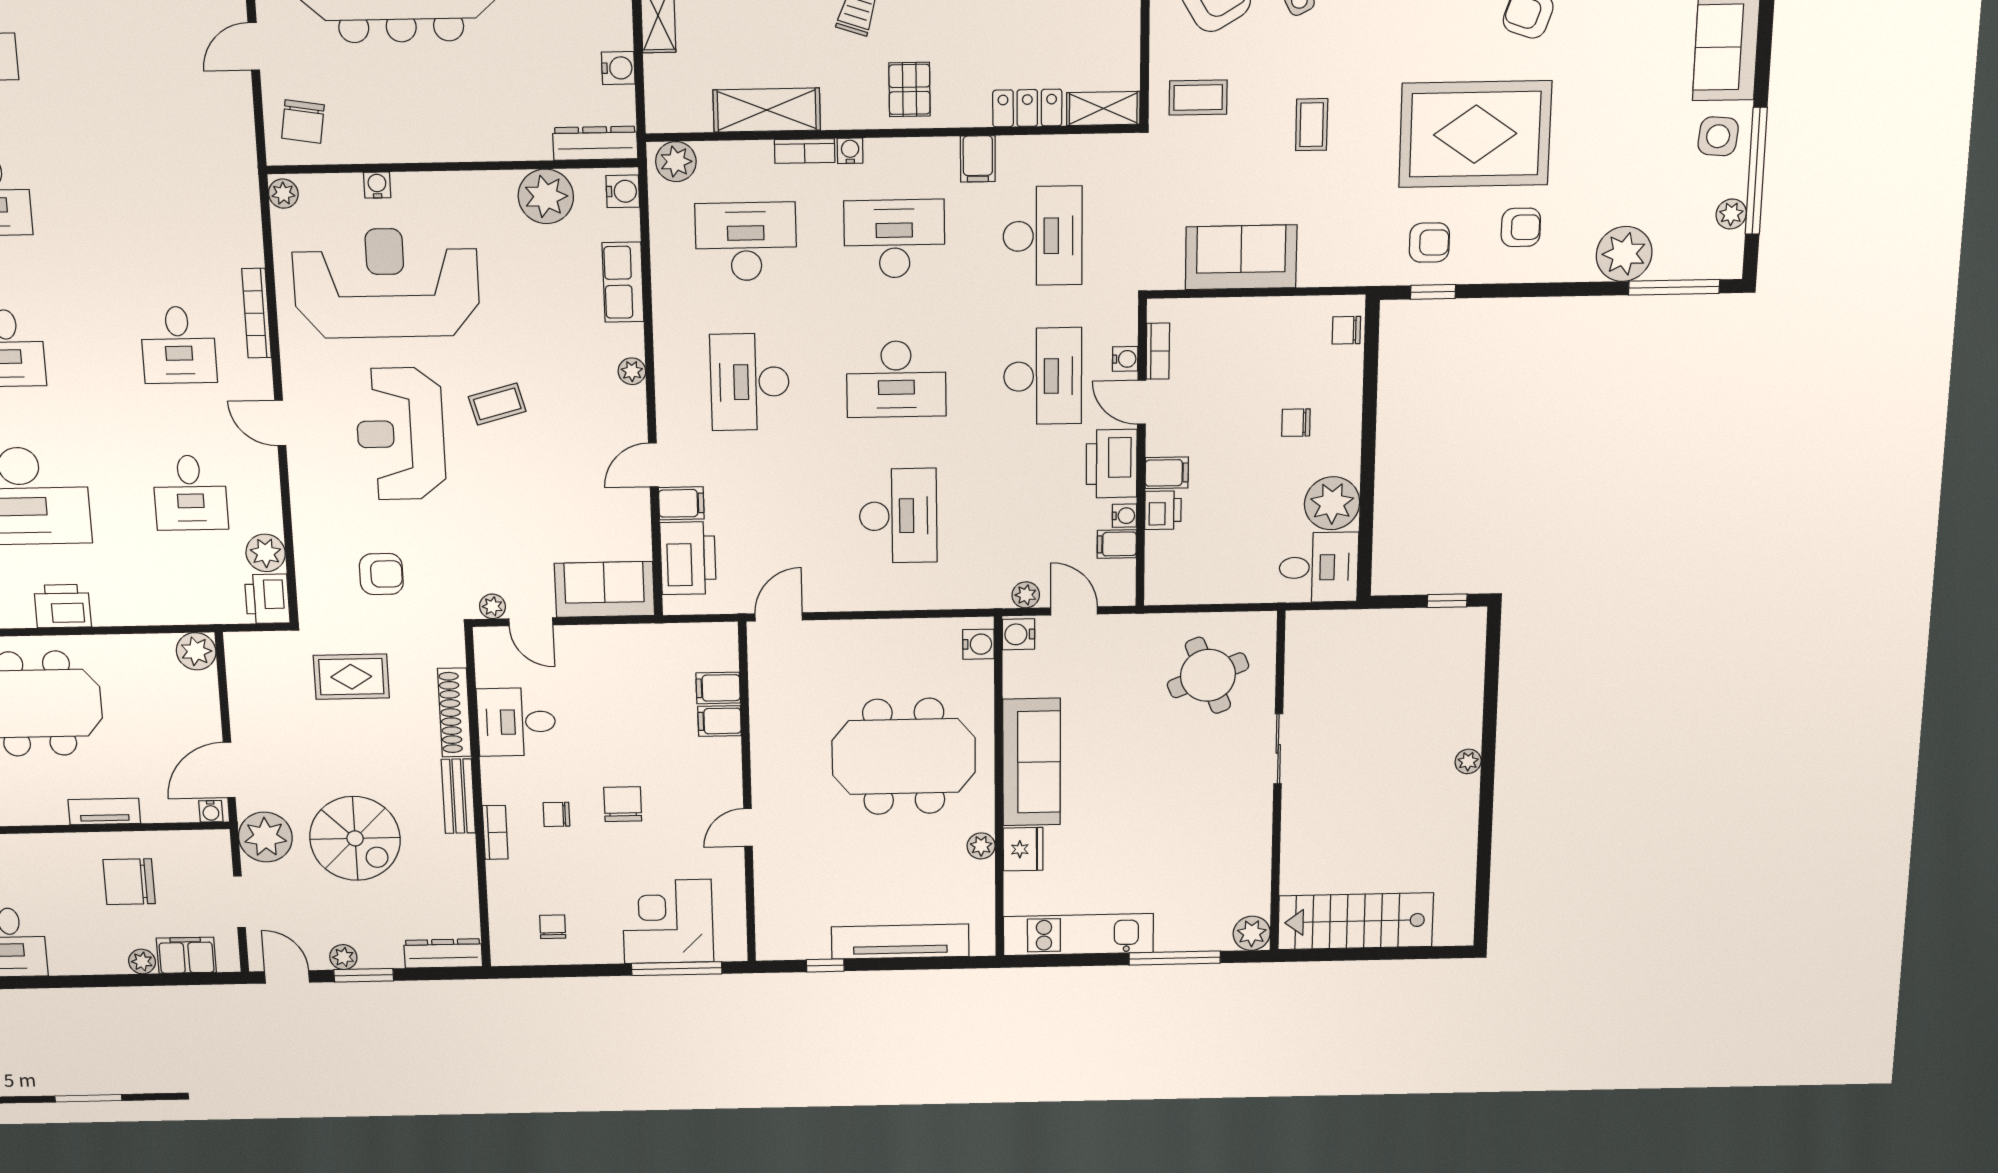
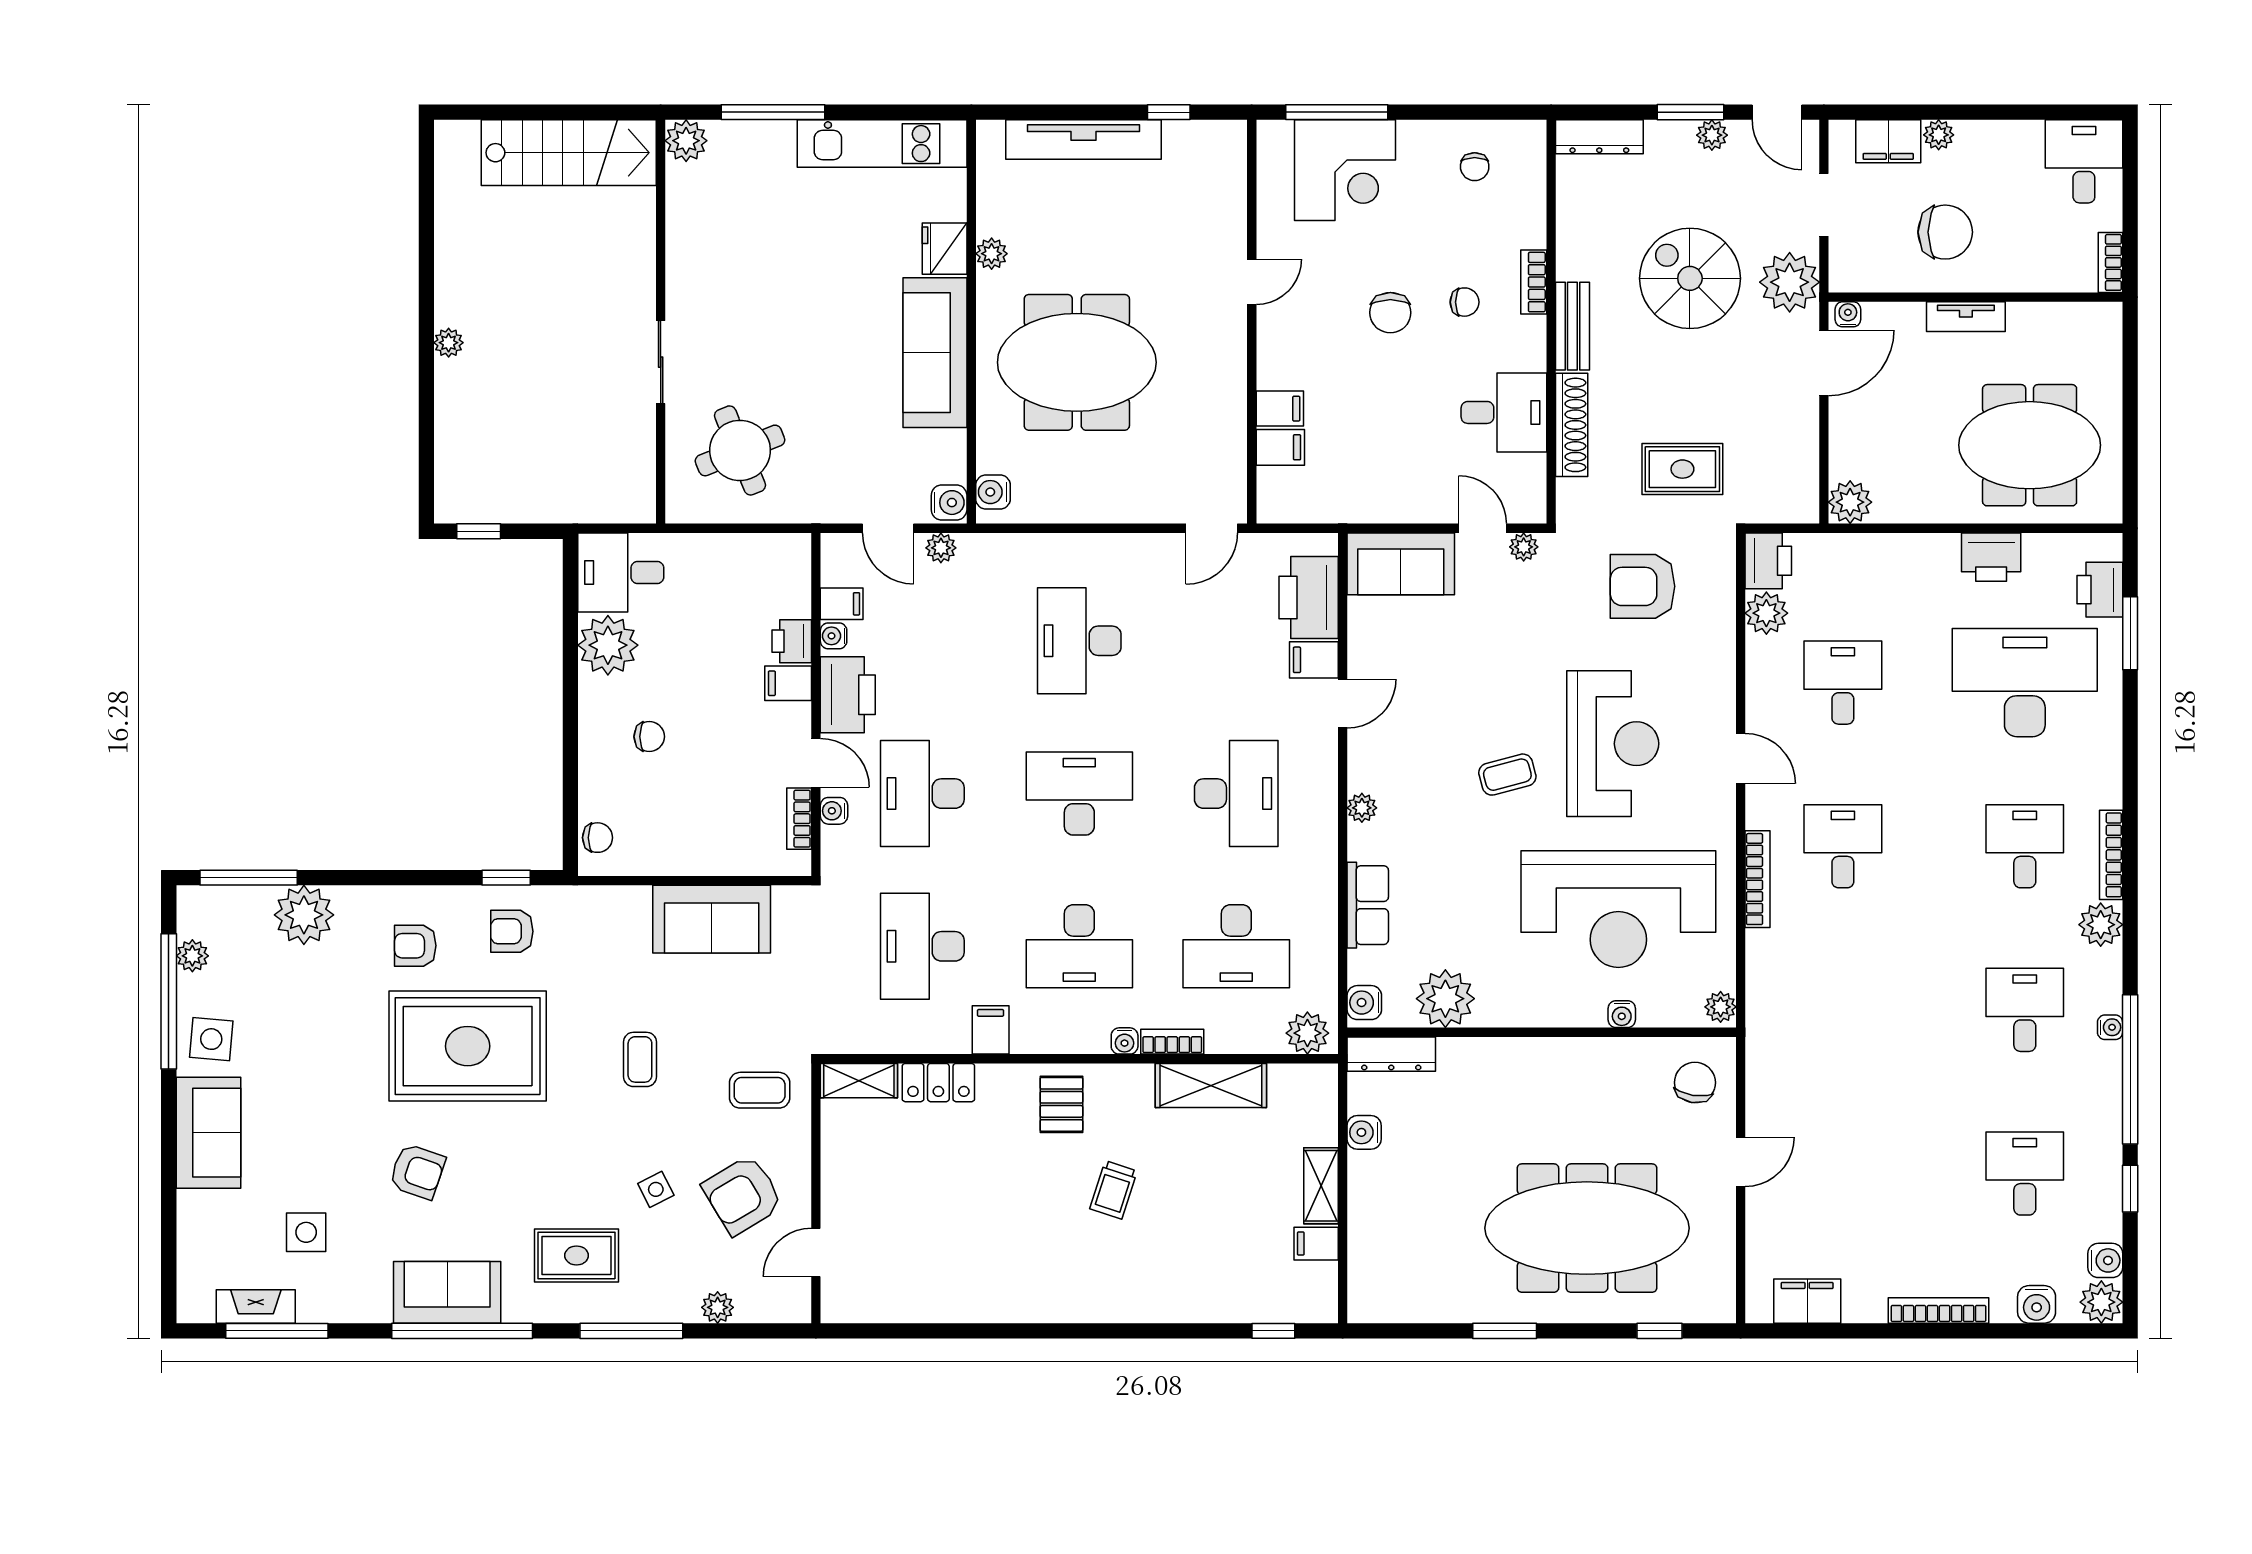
armchair: (381, 574) -> (1643, 586), width x1.38, depth x1.38

